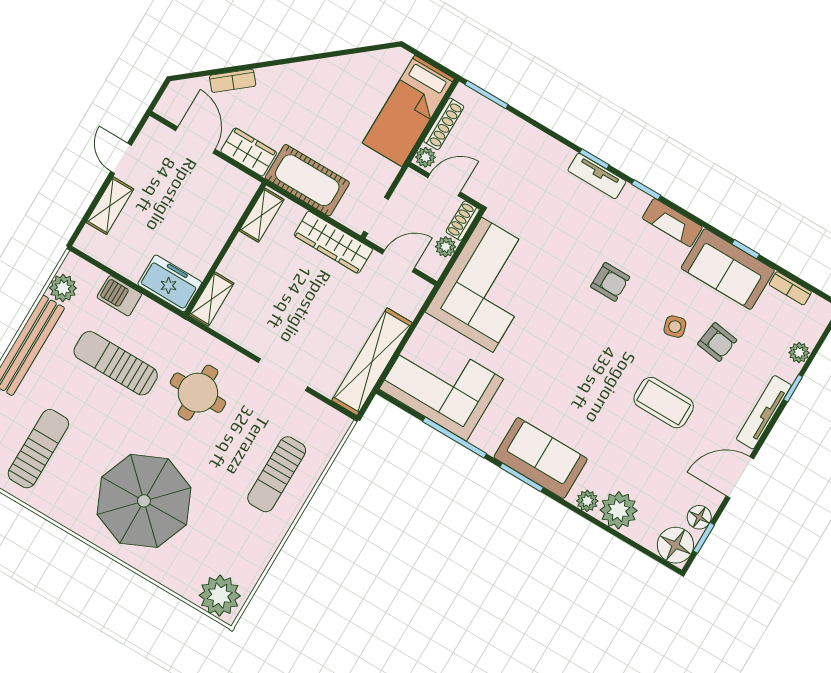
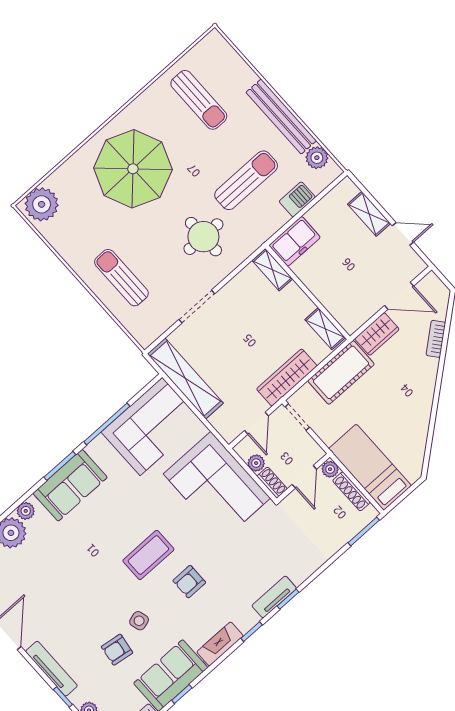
coffee table: (664, 403) -> (148, 555), moved

